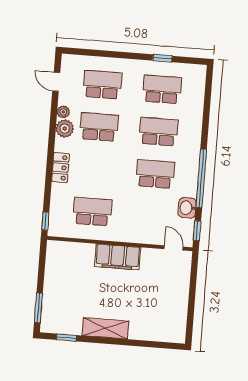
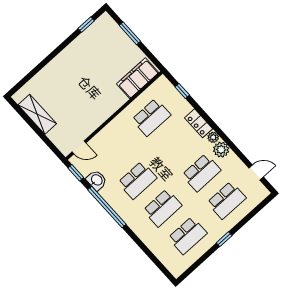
window: (162, 58) -> (224, 239), moved
plant: (63, 112) -> (213, 137), moved
window: (45, 221) -> (182, 91), moved
filing cabinet: (118, 257) -> (138, 78), moved
window: (38, 308) -> (130, 33), moved
shelving: (105, 328) -> (37, 114), moved, turned 90

